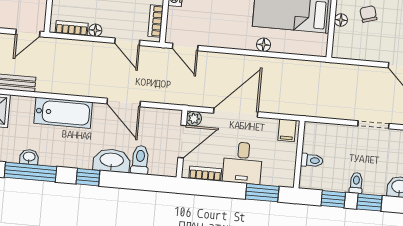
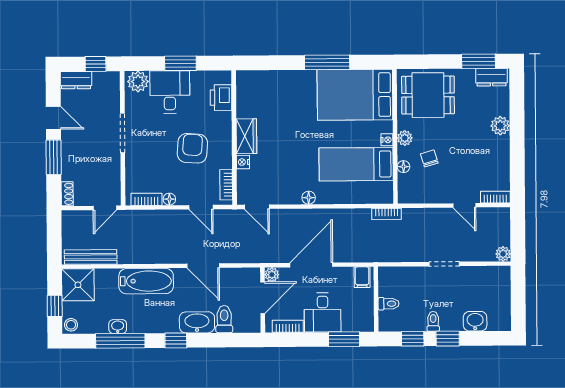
floor lamp: (264, 45) -> (309, 198), moved
bookcase: (319, 67) -> (387, 214), added

